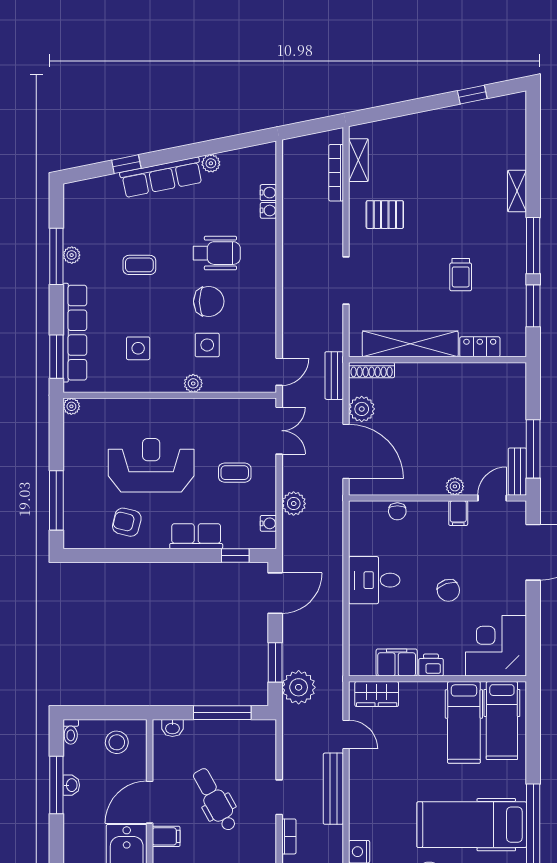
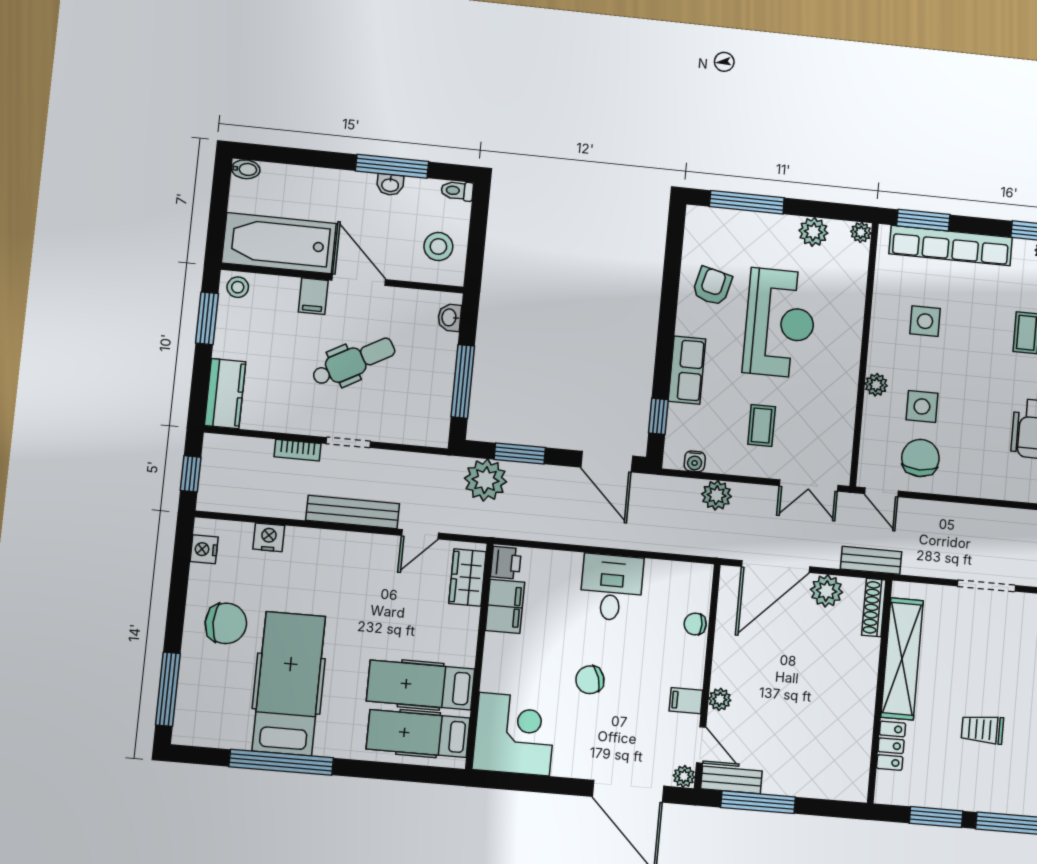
chair: (209, 301) -> (920, 458), moved, turned 180
plant: (75, 445) -> (813, 232), added
plant: (518, 509) -> (684, 776), added
printer: (431, 665) -> (506, 563), moved

